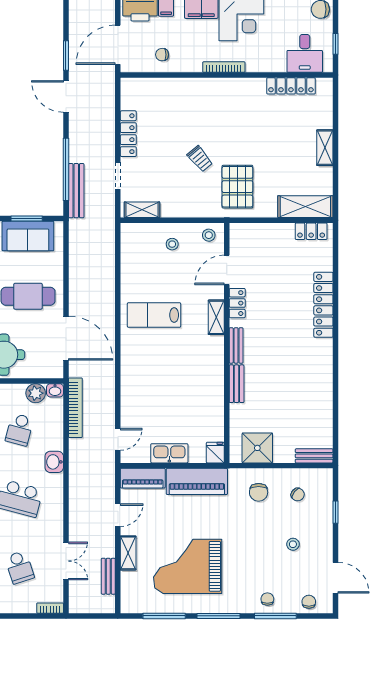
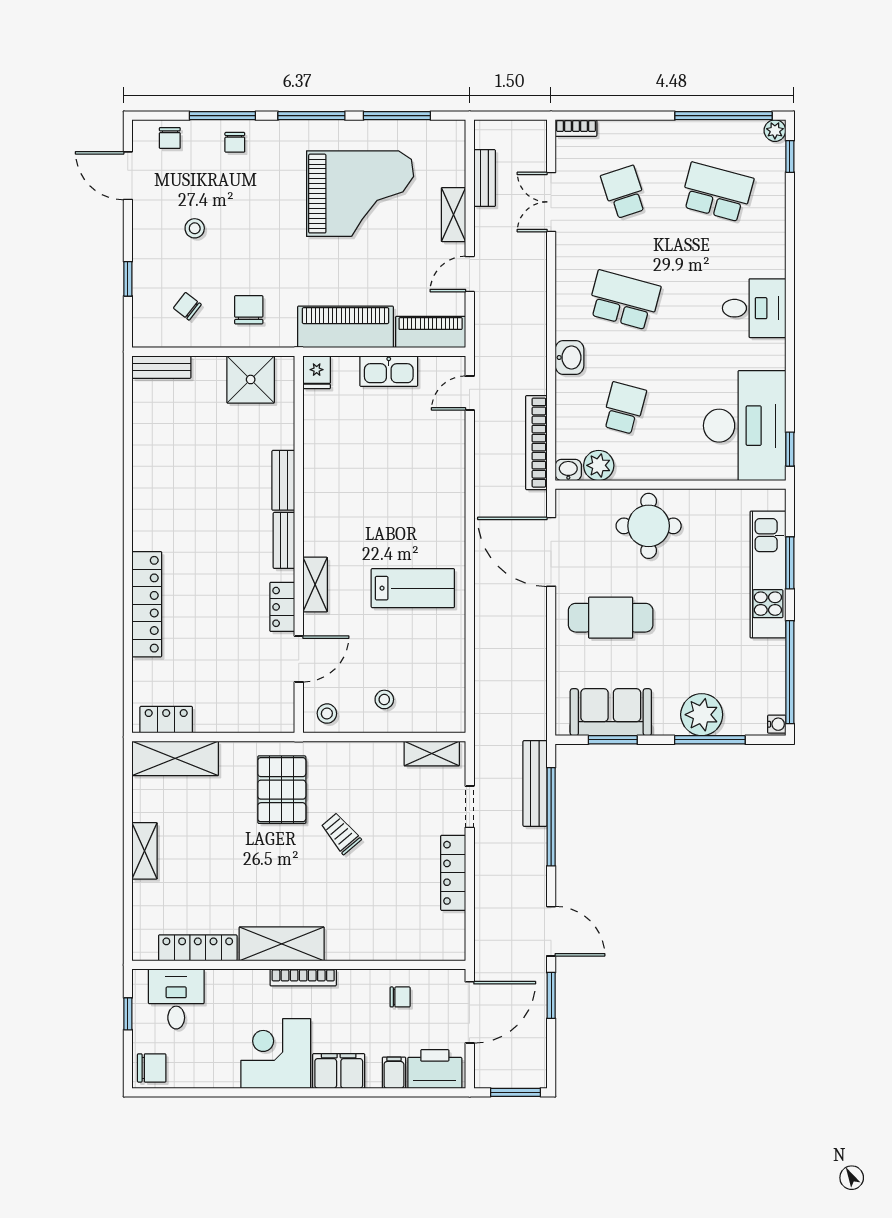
shelving: (238, 88) -> (282, 944), added

